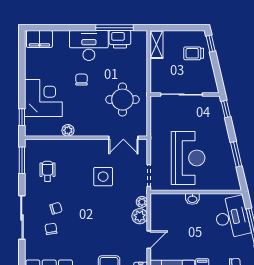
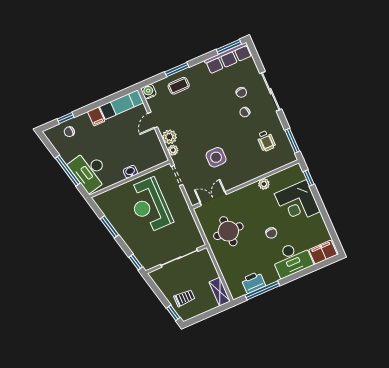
desk: (89, 45) -> (292, 259), moved

